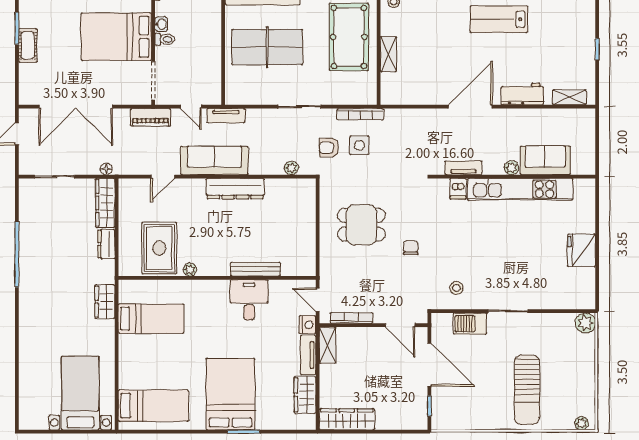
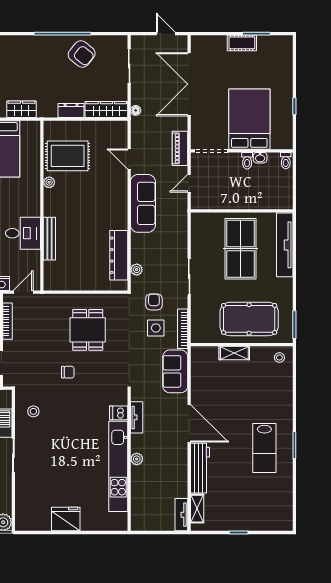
lab bench: (499, 19) -> (264, 448), turned 180
workbench: (522, 94) -> (200, 468), width x1.38
tv unit: (226, 116) -> (181, 515), moved
sofa: (545, 160) -> (175, 371), moved, turned 180
dresser: (235, 189) -> (119, 255), moved
armchair: (41, 232) -> (82, 54), added

